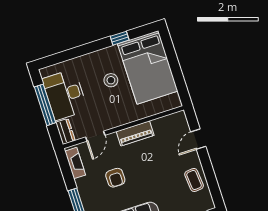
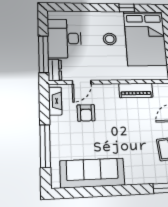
window: (45, 105) -> (43, 54), moved
piano: (135, 133) -> (136, 90), moved
armchair: (115, 178) -> (86, 113), moved

